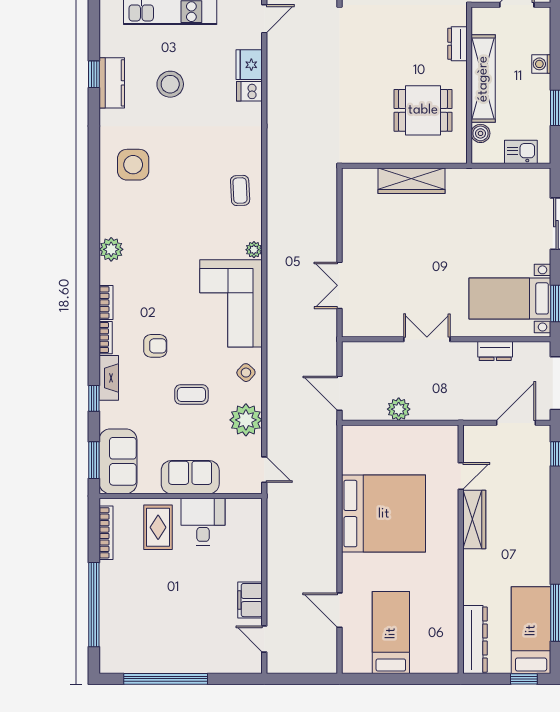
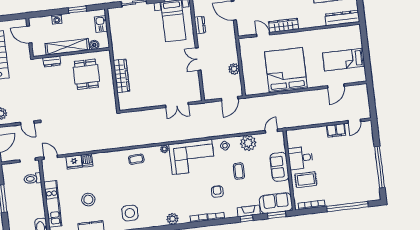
fireplace: (109, 378) -> (249, 211), moved

